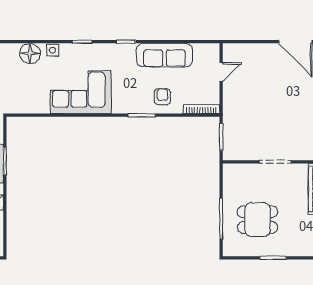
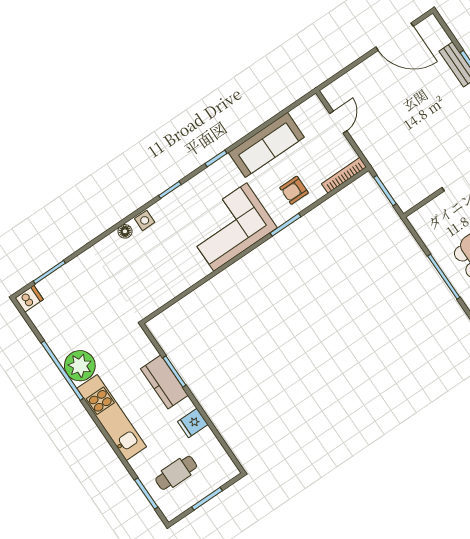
floor lamp: (30, 53) -> (125, 231), width x0.53, depth x0.53
corner sofa: (81, 92) -> (230, 227), moved
armchair: (162, 97) -> (294, 190), turned -90

